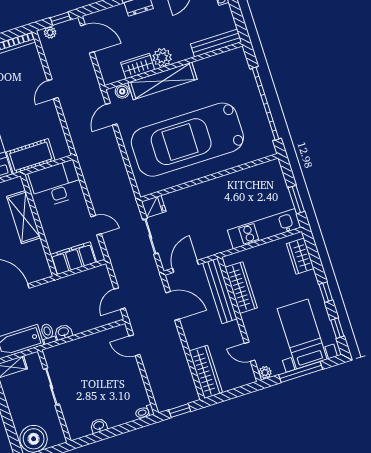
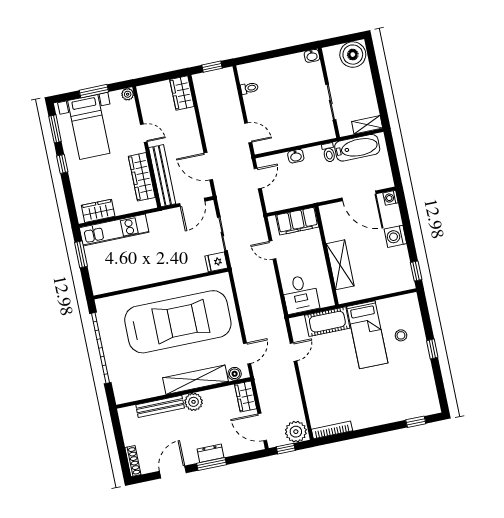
plant: (50, 33) -> (296, 432), width x1.88, depth x1.88
bench: (216, 43) -> (160, 406), moved
wardrobe: (138, 66) -> (246, 396), moved, turned 90
door: (53, 89) -> (294, 352), moved
desk: (56, 184) -> (300, 294), width x0.73
wardrobe: (300, 256) -> (98, 211), moved, turned -90
window: (337, 328) -> (55, 129), width x1.50
washbasin: (63, 332) -> (296, 156), moved
door: (250, 352) -> (144, 133), moved
wardrobe: (206, 372) -> (182, 93), width x0.67
window: (301, 372) -> (94, 91), width x0.69
toilet: (144, 412) -> (249, 88), moved
washbasin: (99, 426) -> (312, 56), moved

